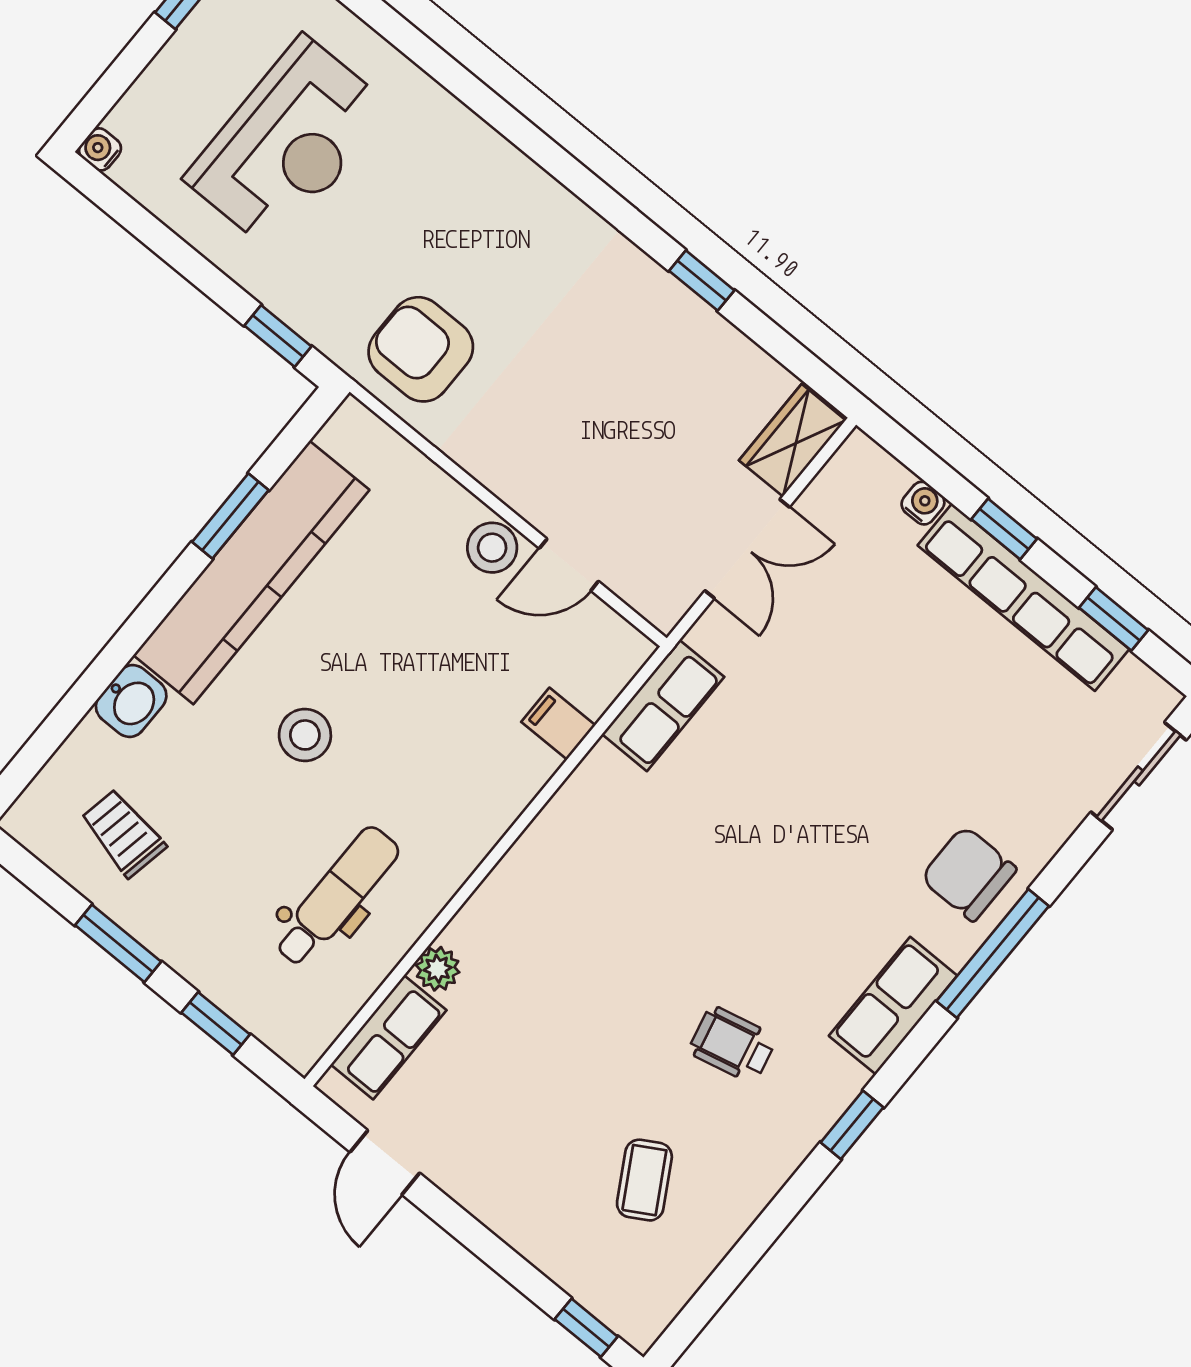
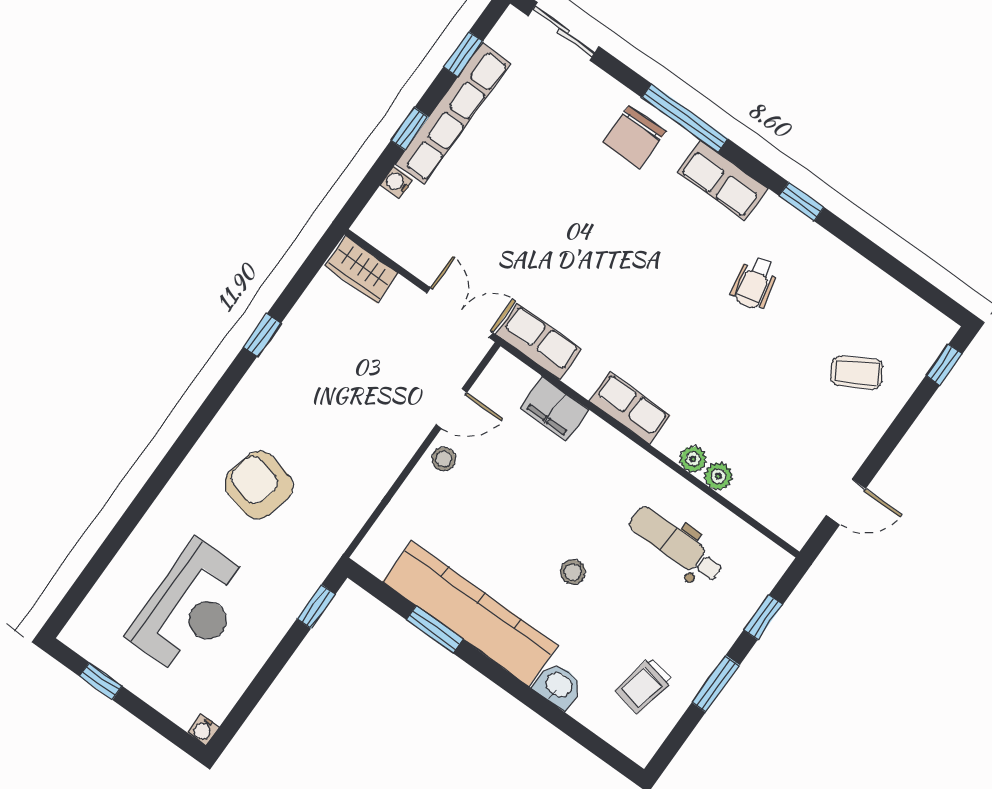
reception desk: (288, 143) -> (191, 608), turned 90
armchair: (421, 349) -> (259, 485), moved, turned 103
stool: (492, 548) -> (444, 459), width x0.73, depth x0.73
double door: (747, 549) -> (460, 313), moved
door: (569, 565) -> (452, 409), hinge flipped
filing cabinet: (558, 724) -> (555, 409), width x2.00
stool: (305, 735) -> (573, 572), width x0.73, depth x0.73
plant: (467, 932) -> (693, 459), added
row of seats: (389, 1037) -> (630, 408), moved
coffee table: (644, 1180) -> (857, 373), moved

